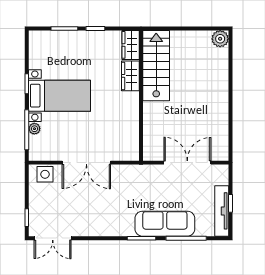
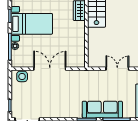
double door: (86, 163) -> (50, 69), swing flipped
double door: (187, 163) -> (117, 69), width x0.73

